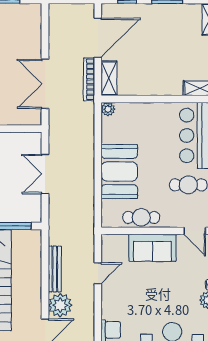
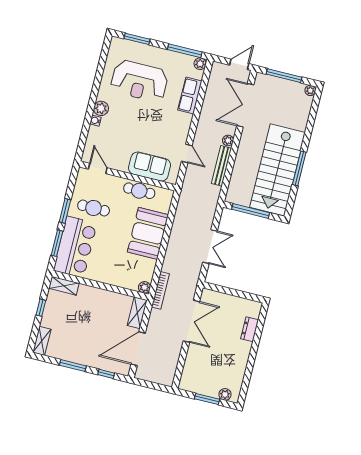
bookcase: (89, 79) -> (160, 290), moved
sofa: (152, 248) -> (150, 167), moved
door: (98, 273) -> (187, 153), swing flipped
plant: (60, 305) -> (228, 140), width x0.53, depth x0.53

